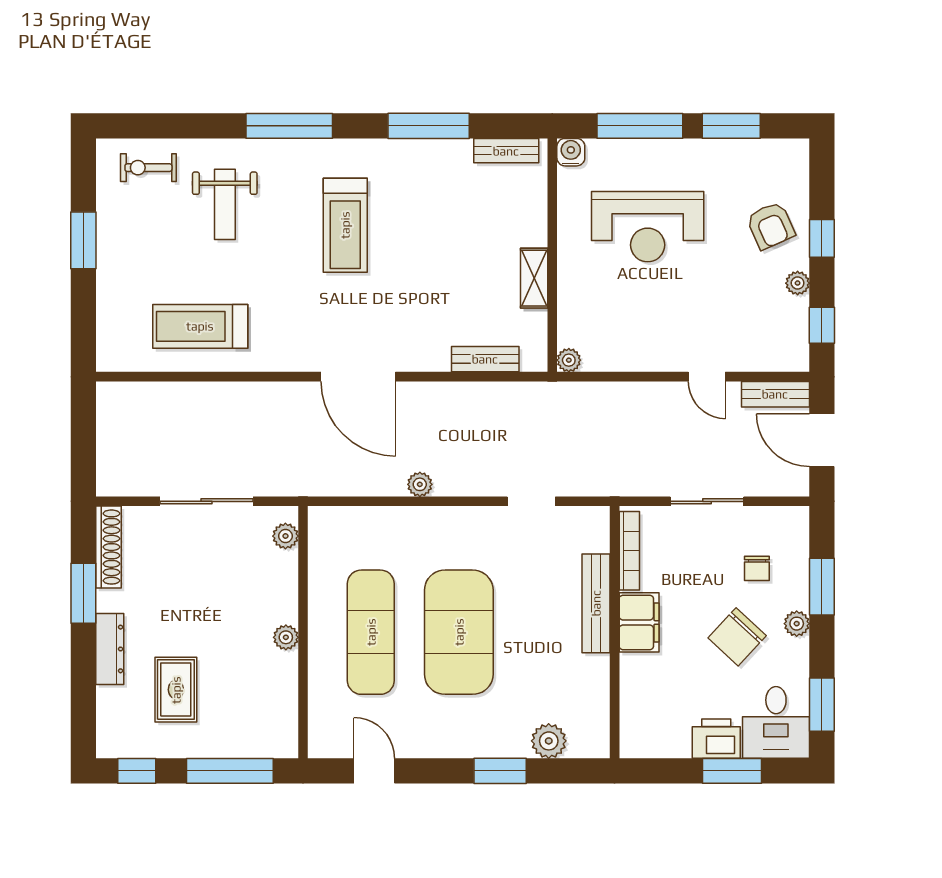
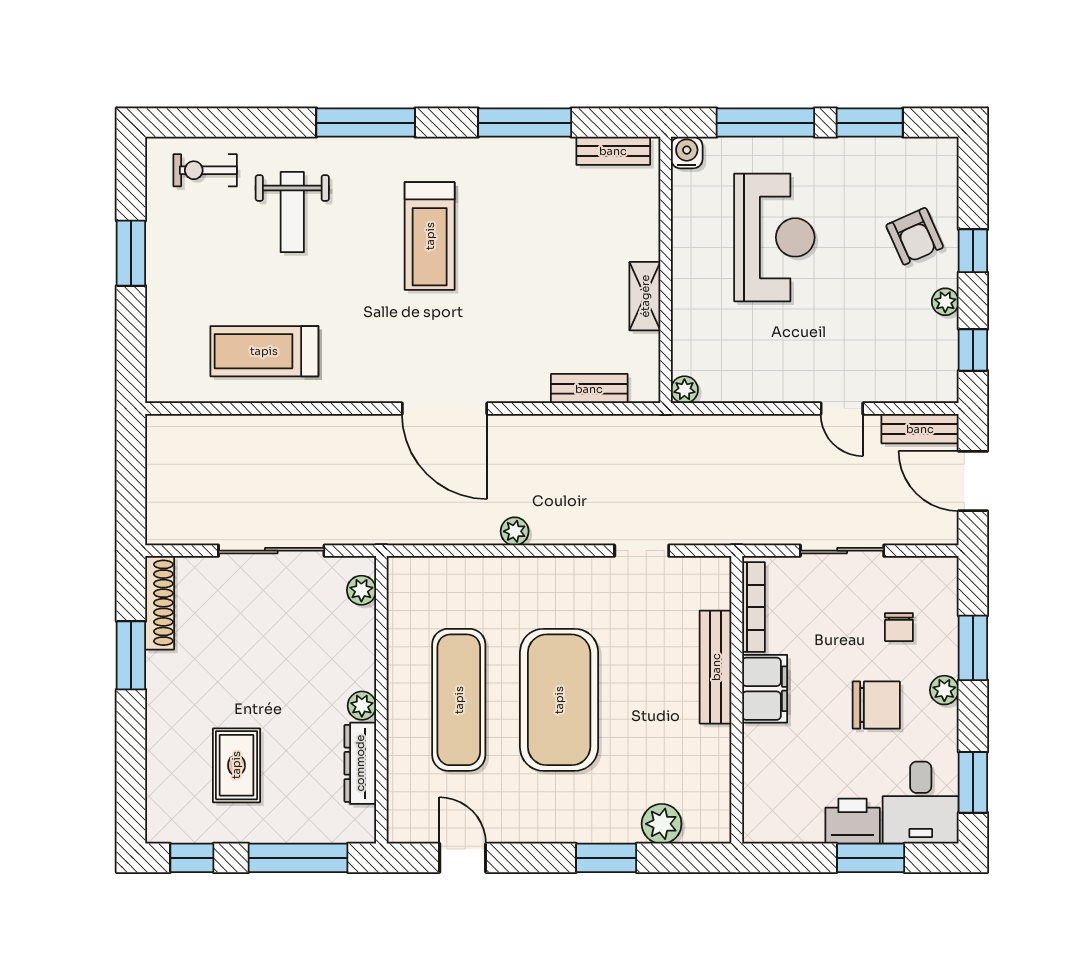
reception desk: (648, 227) -> (774, 237), turned -90
chair: (737, 637) -> (876, 705), turned -133
dresser: (110, 649) -> (360, 763), moved, turned 180

